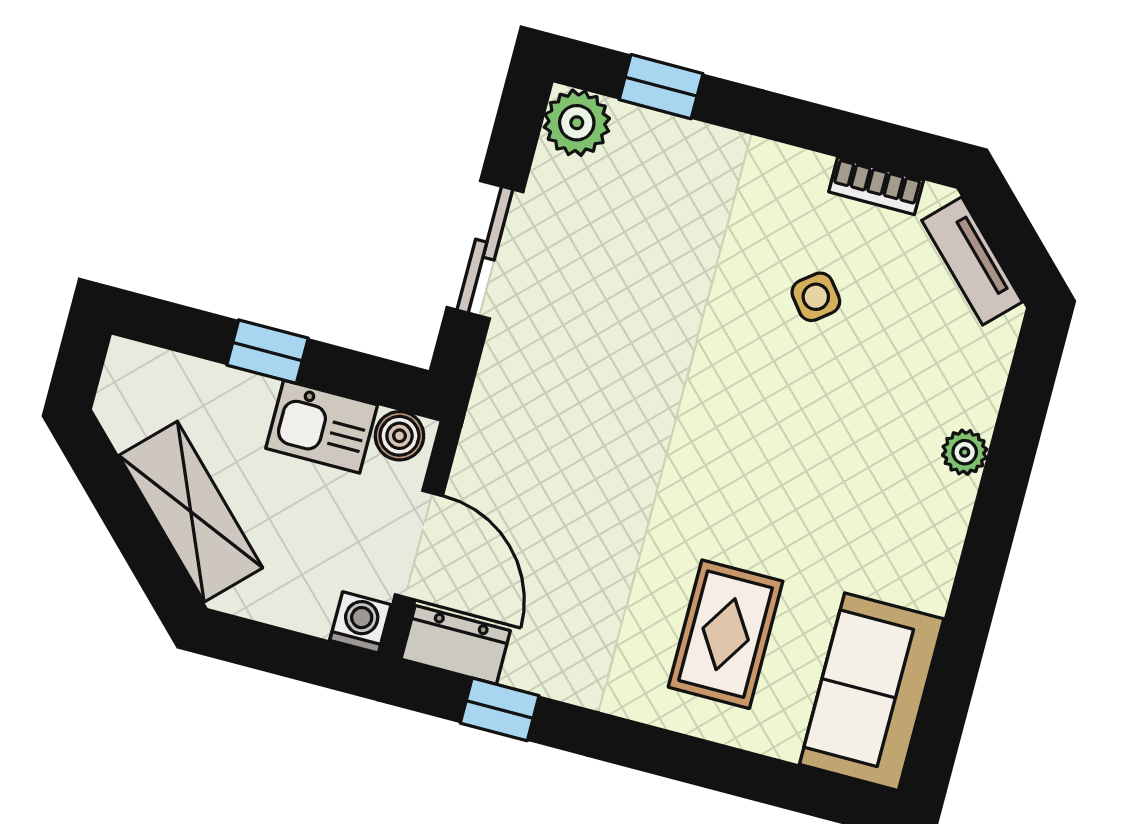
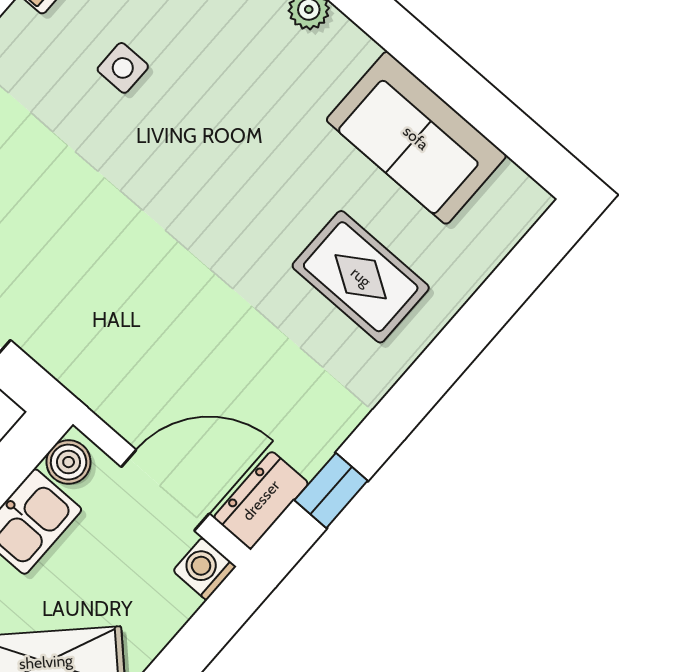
side table: (816, 297) -> (123, 68), turned 38
sofa: (872, 692) -> (416, 138), moved

